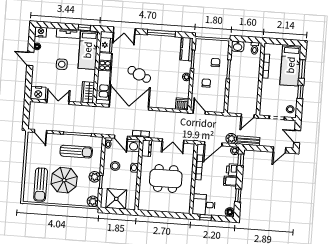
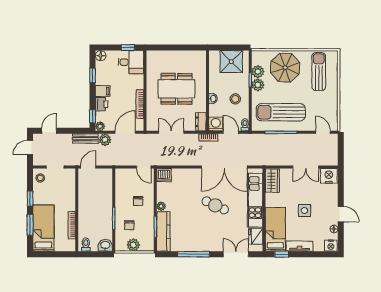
plant: (213, 45) -> (133, 245), added
kitchen counter: (187, 49) -> (163, 231), width x1.50
door: (297, 137) -> (30, 147), swing flipped
sun lounger: (76, 152) -> (281, 112), width x1.36, depth x1.34
parasol: (64, 180) -> (285, 68), moved
plant: (93, 201) -> (258, 72), moved

